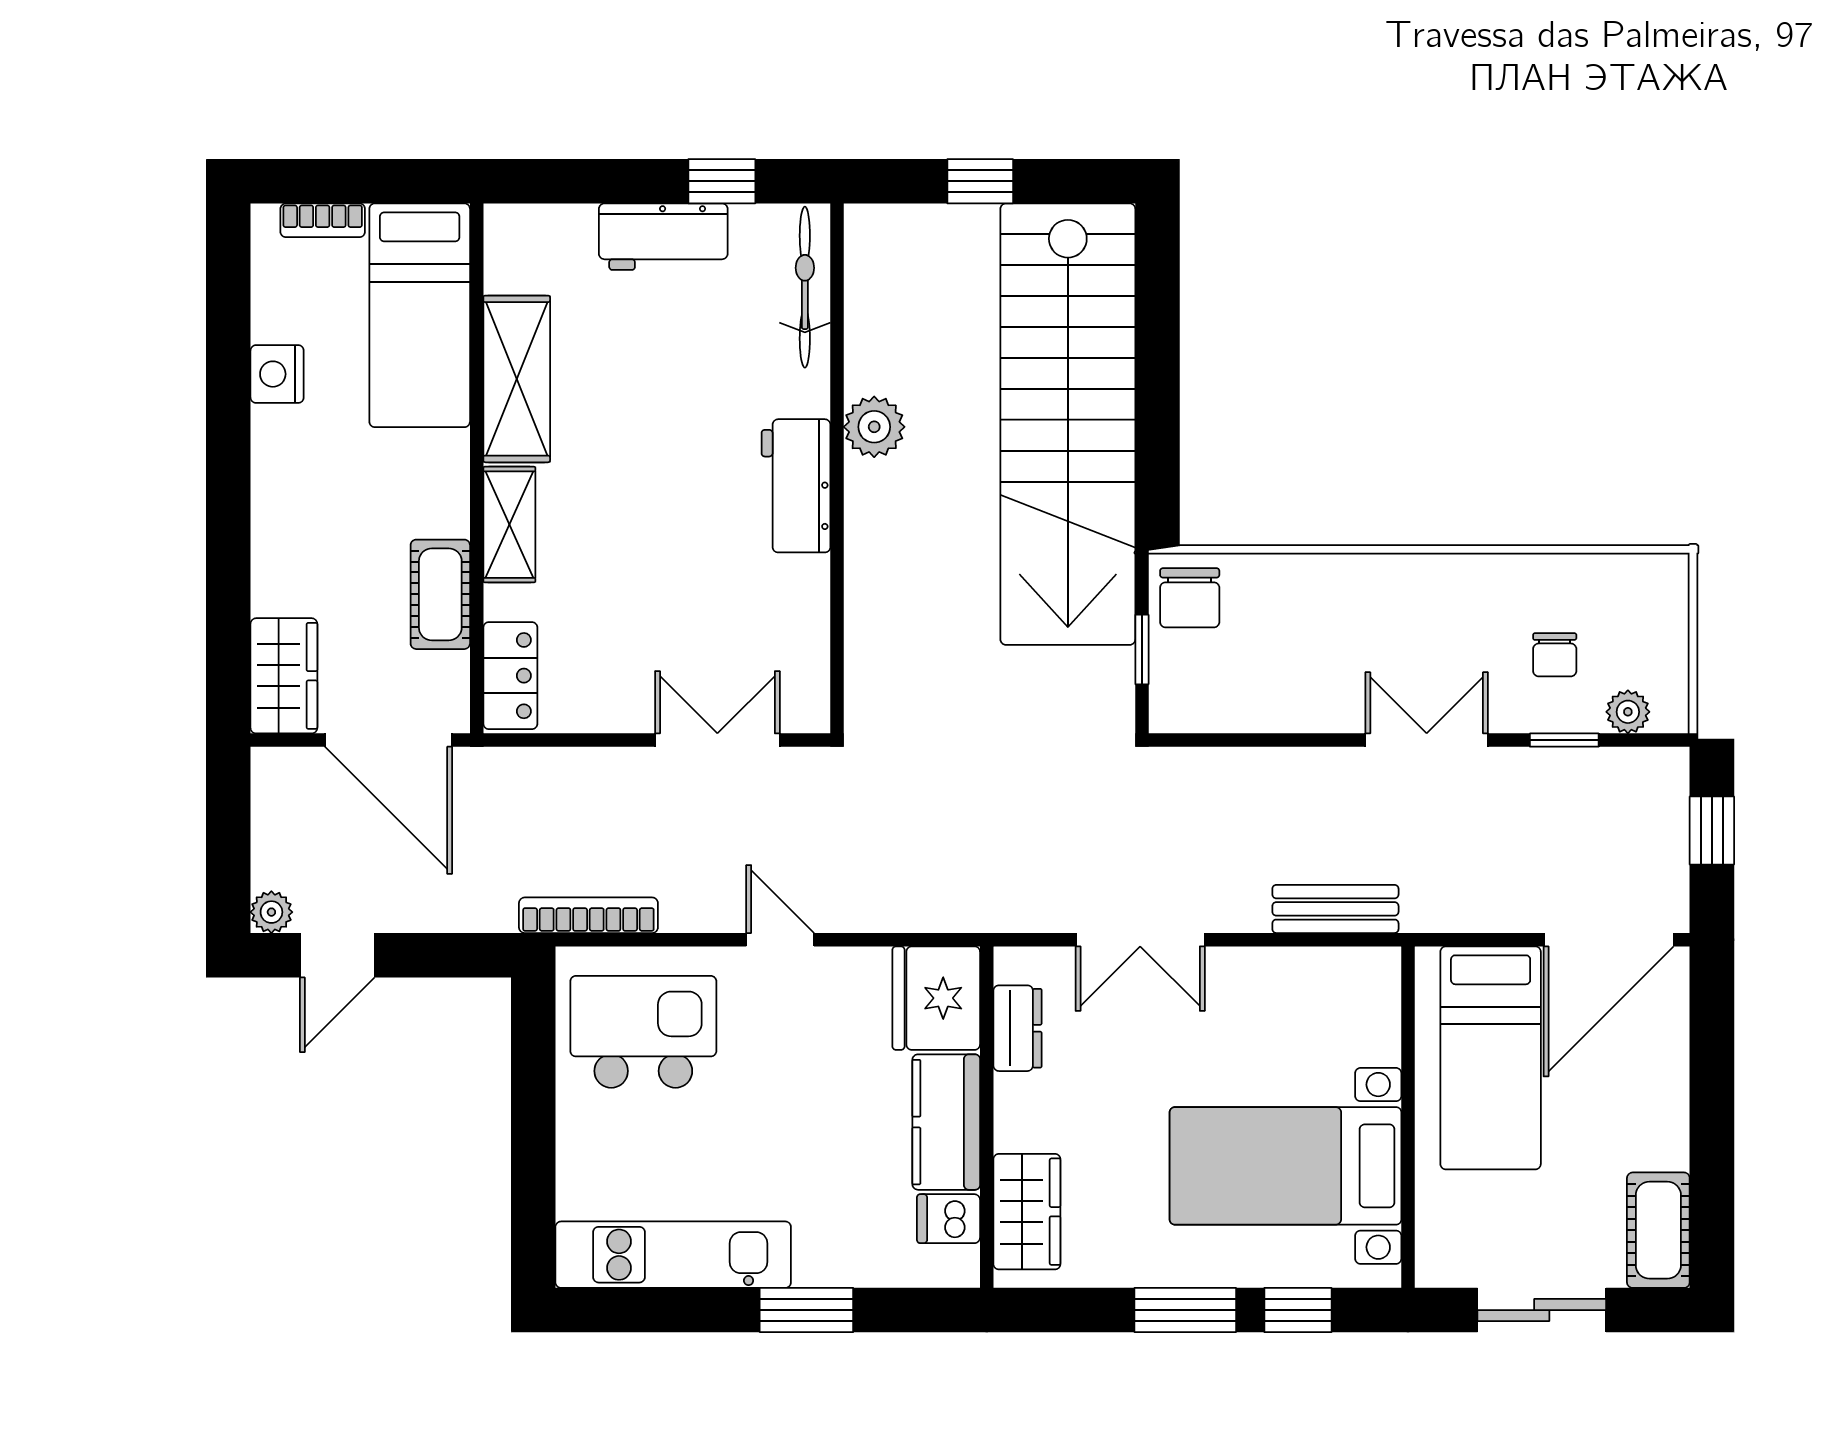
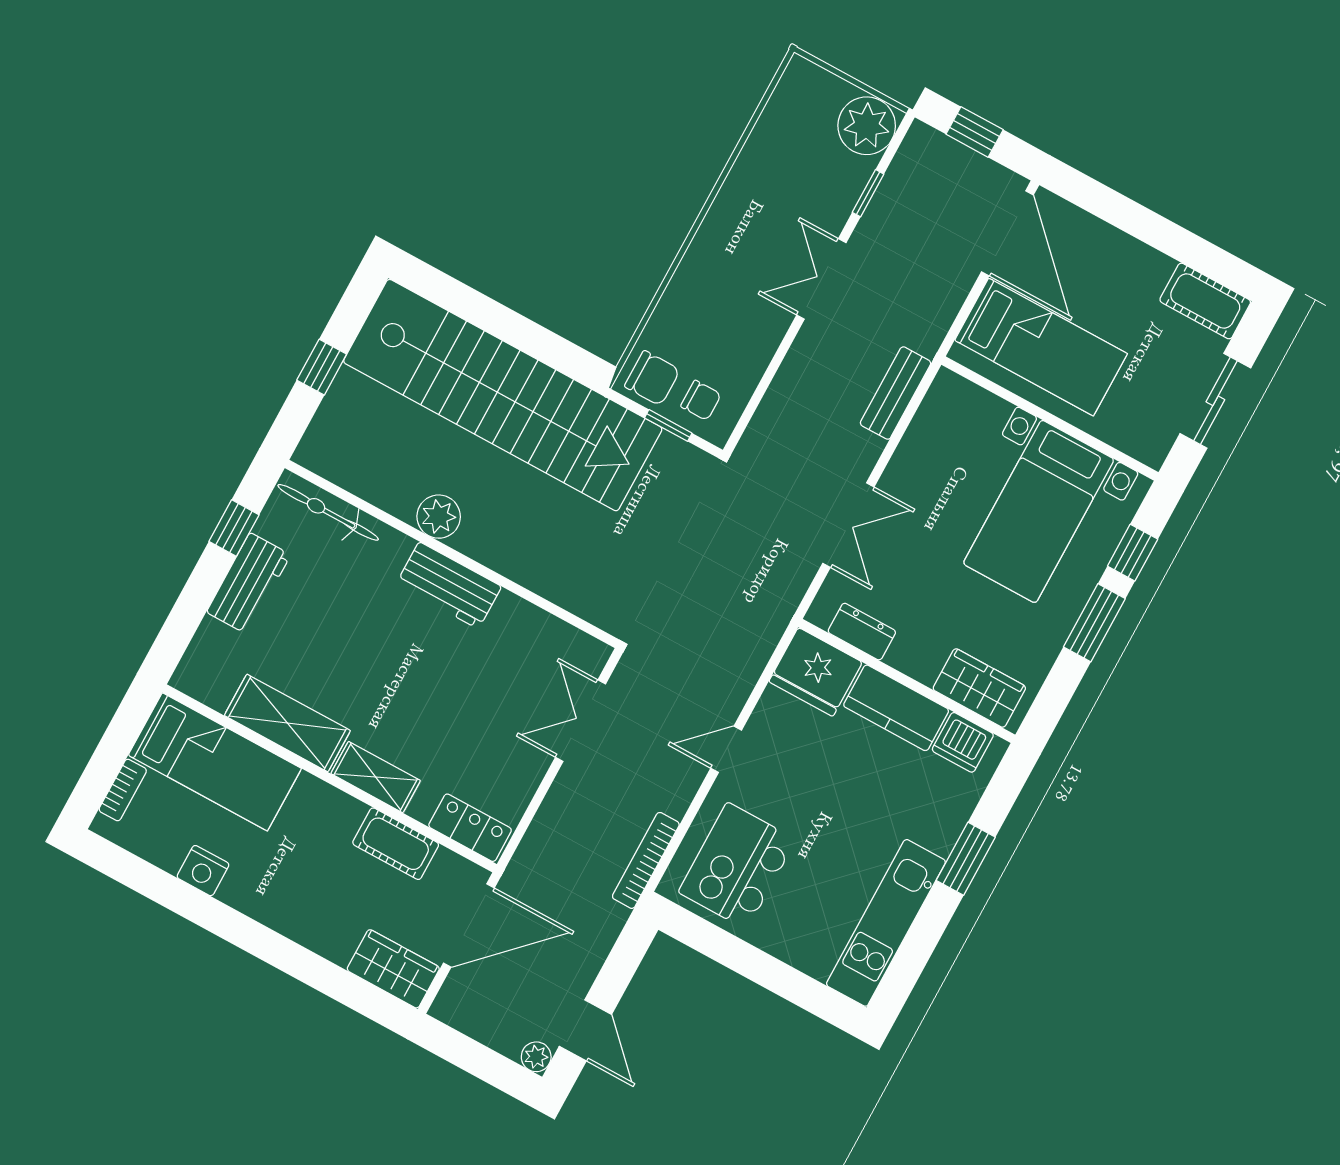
chair: (1555, 655) -> (701, 400), moved
plant: (1628, 712) -> (867, 126), width x1.87, depth x1.87
dishwasher: (949, 1219) -> (963, 742), width x1.38

